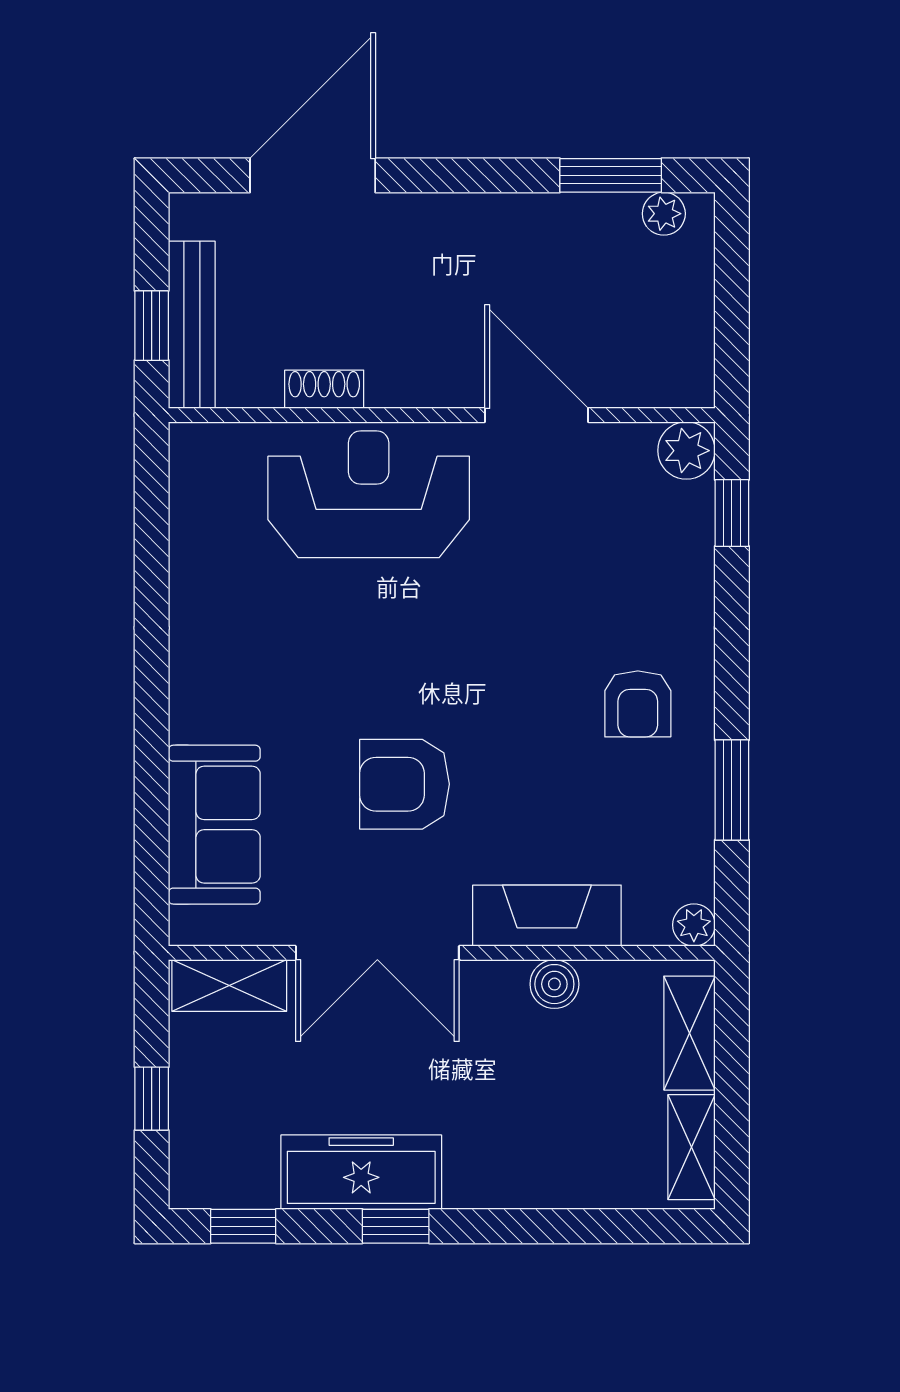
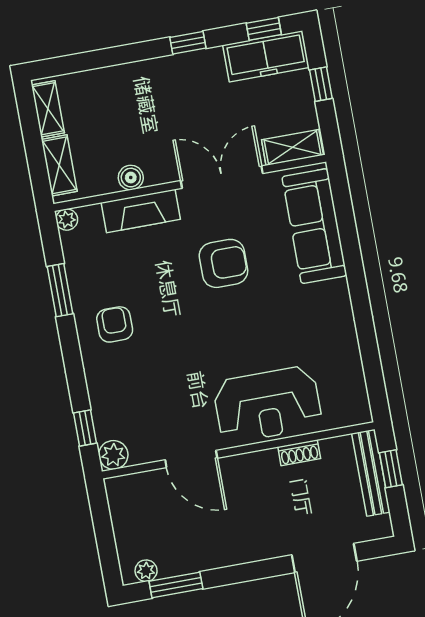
sofa: (214, 825) -> (314, 226), width x1.36
freezer: (361, 1172) -> (266, 56), moved

